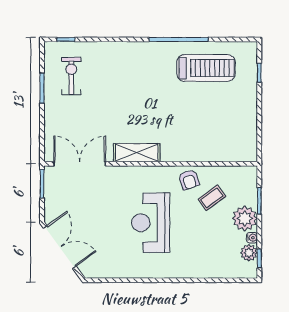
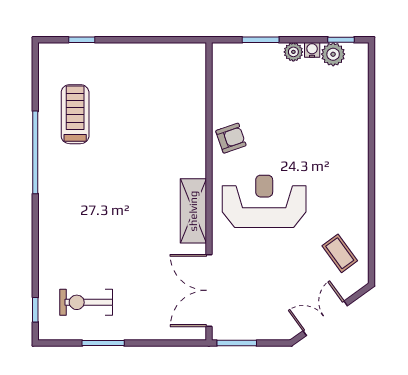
treadmill: (206, 68) -> (75, 114), width x0.73, depth x0.73
coffee table: (212, 198) -> (340, 253), moved
plant: (245, 218) -> (293, 52), width x0.53, depth x0.53
reception desk: (151, 223) -> (264, 201), moved, turned 180
double door: (60, 247) -> (325, 318), width x0.73

